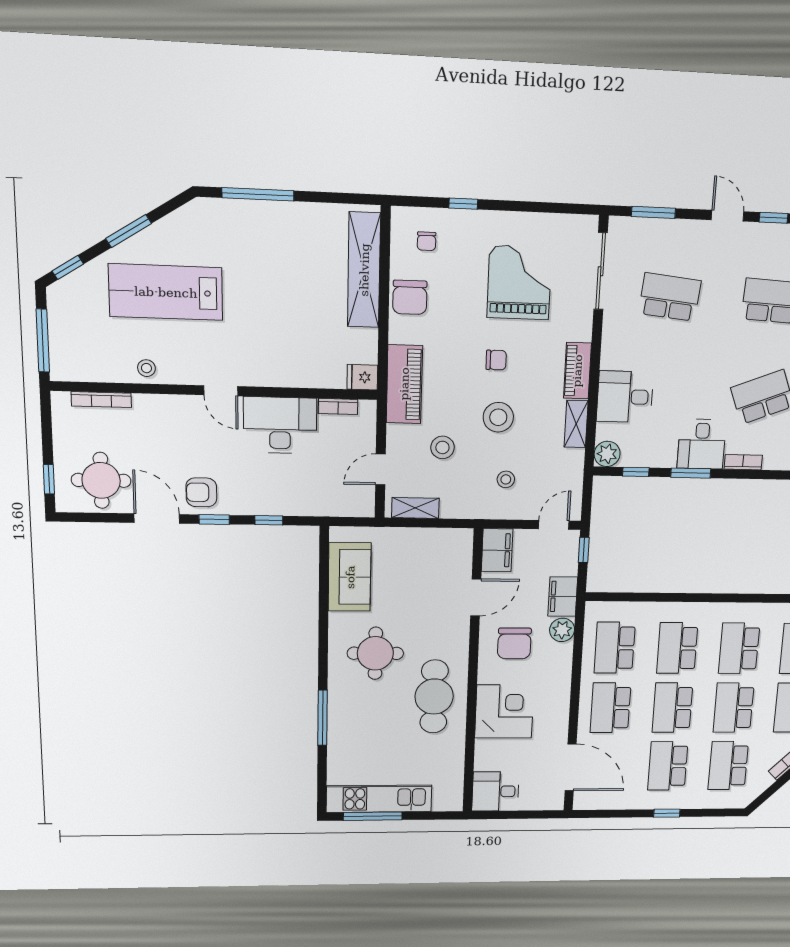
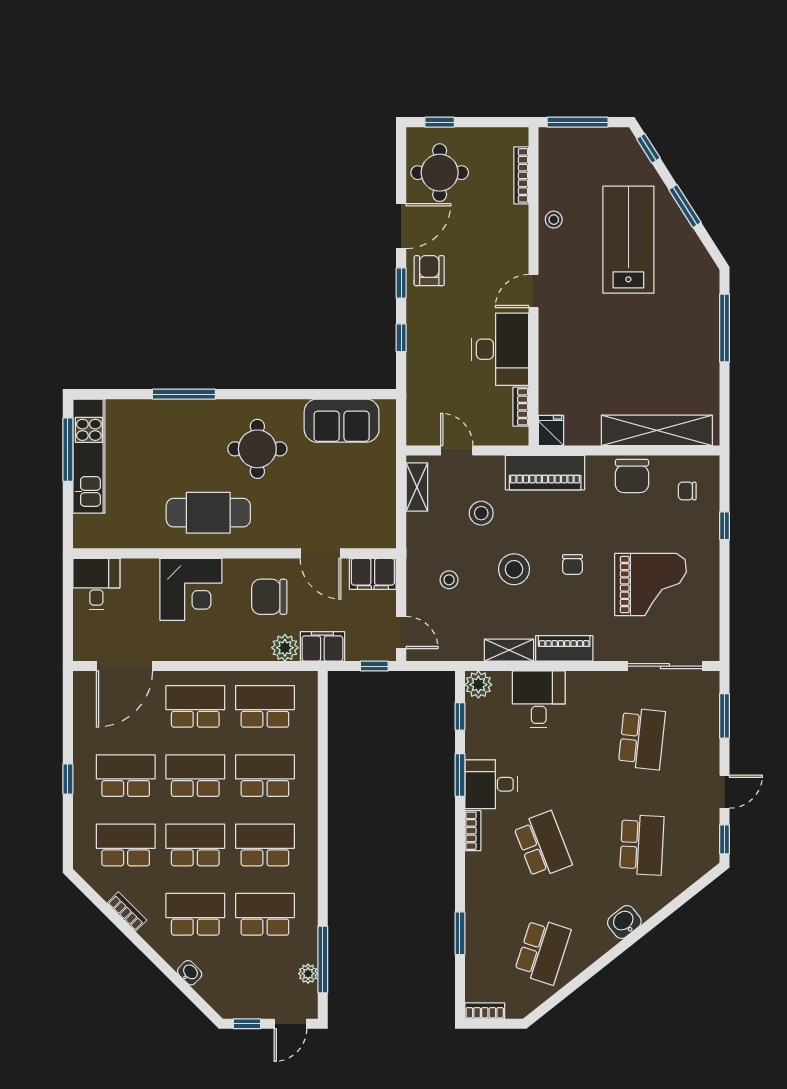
chair: (410, 297) -> (632, 476), turned -90

